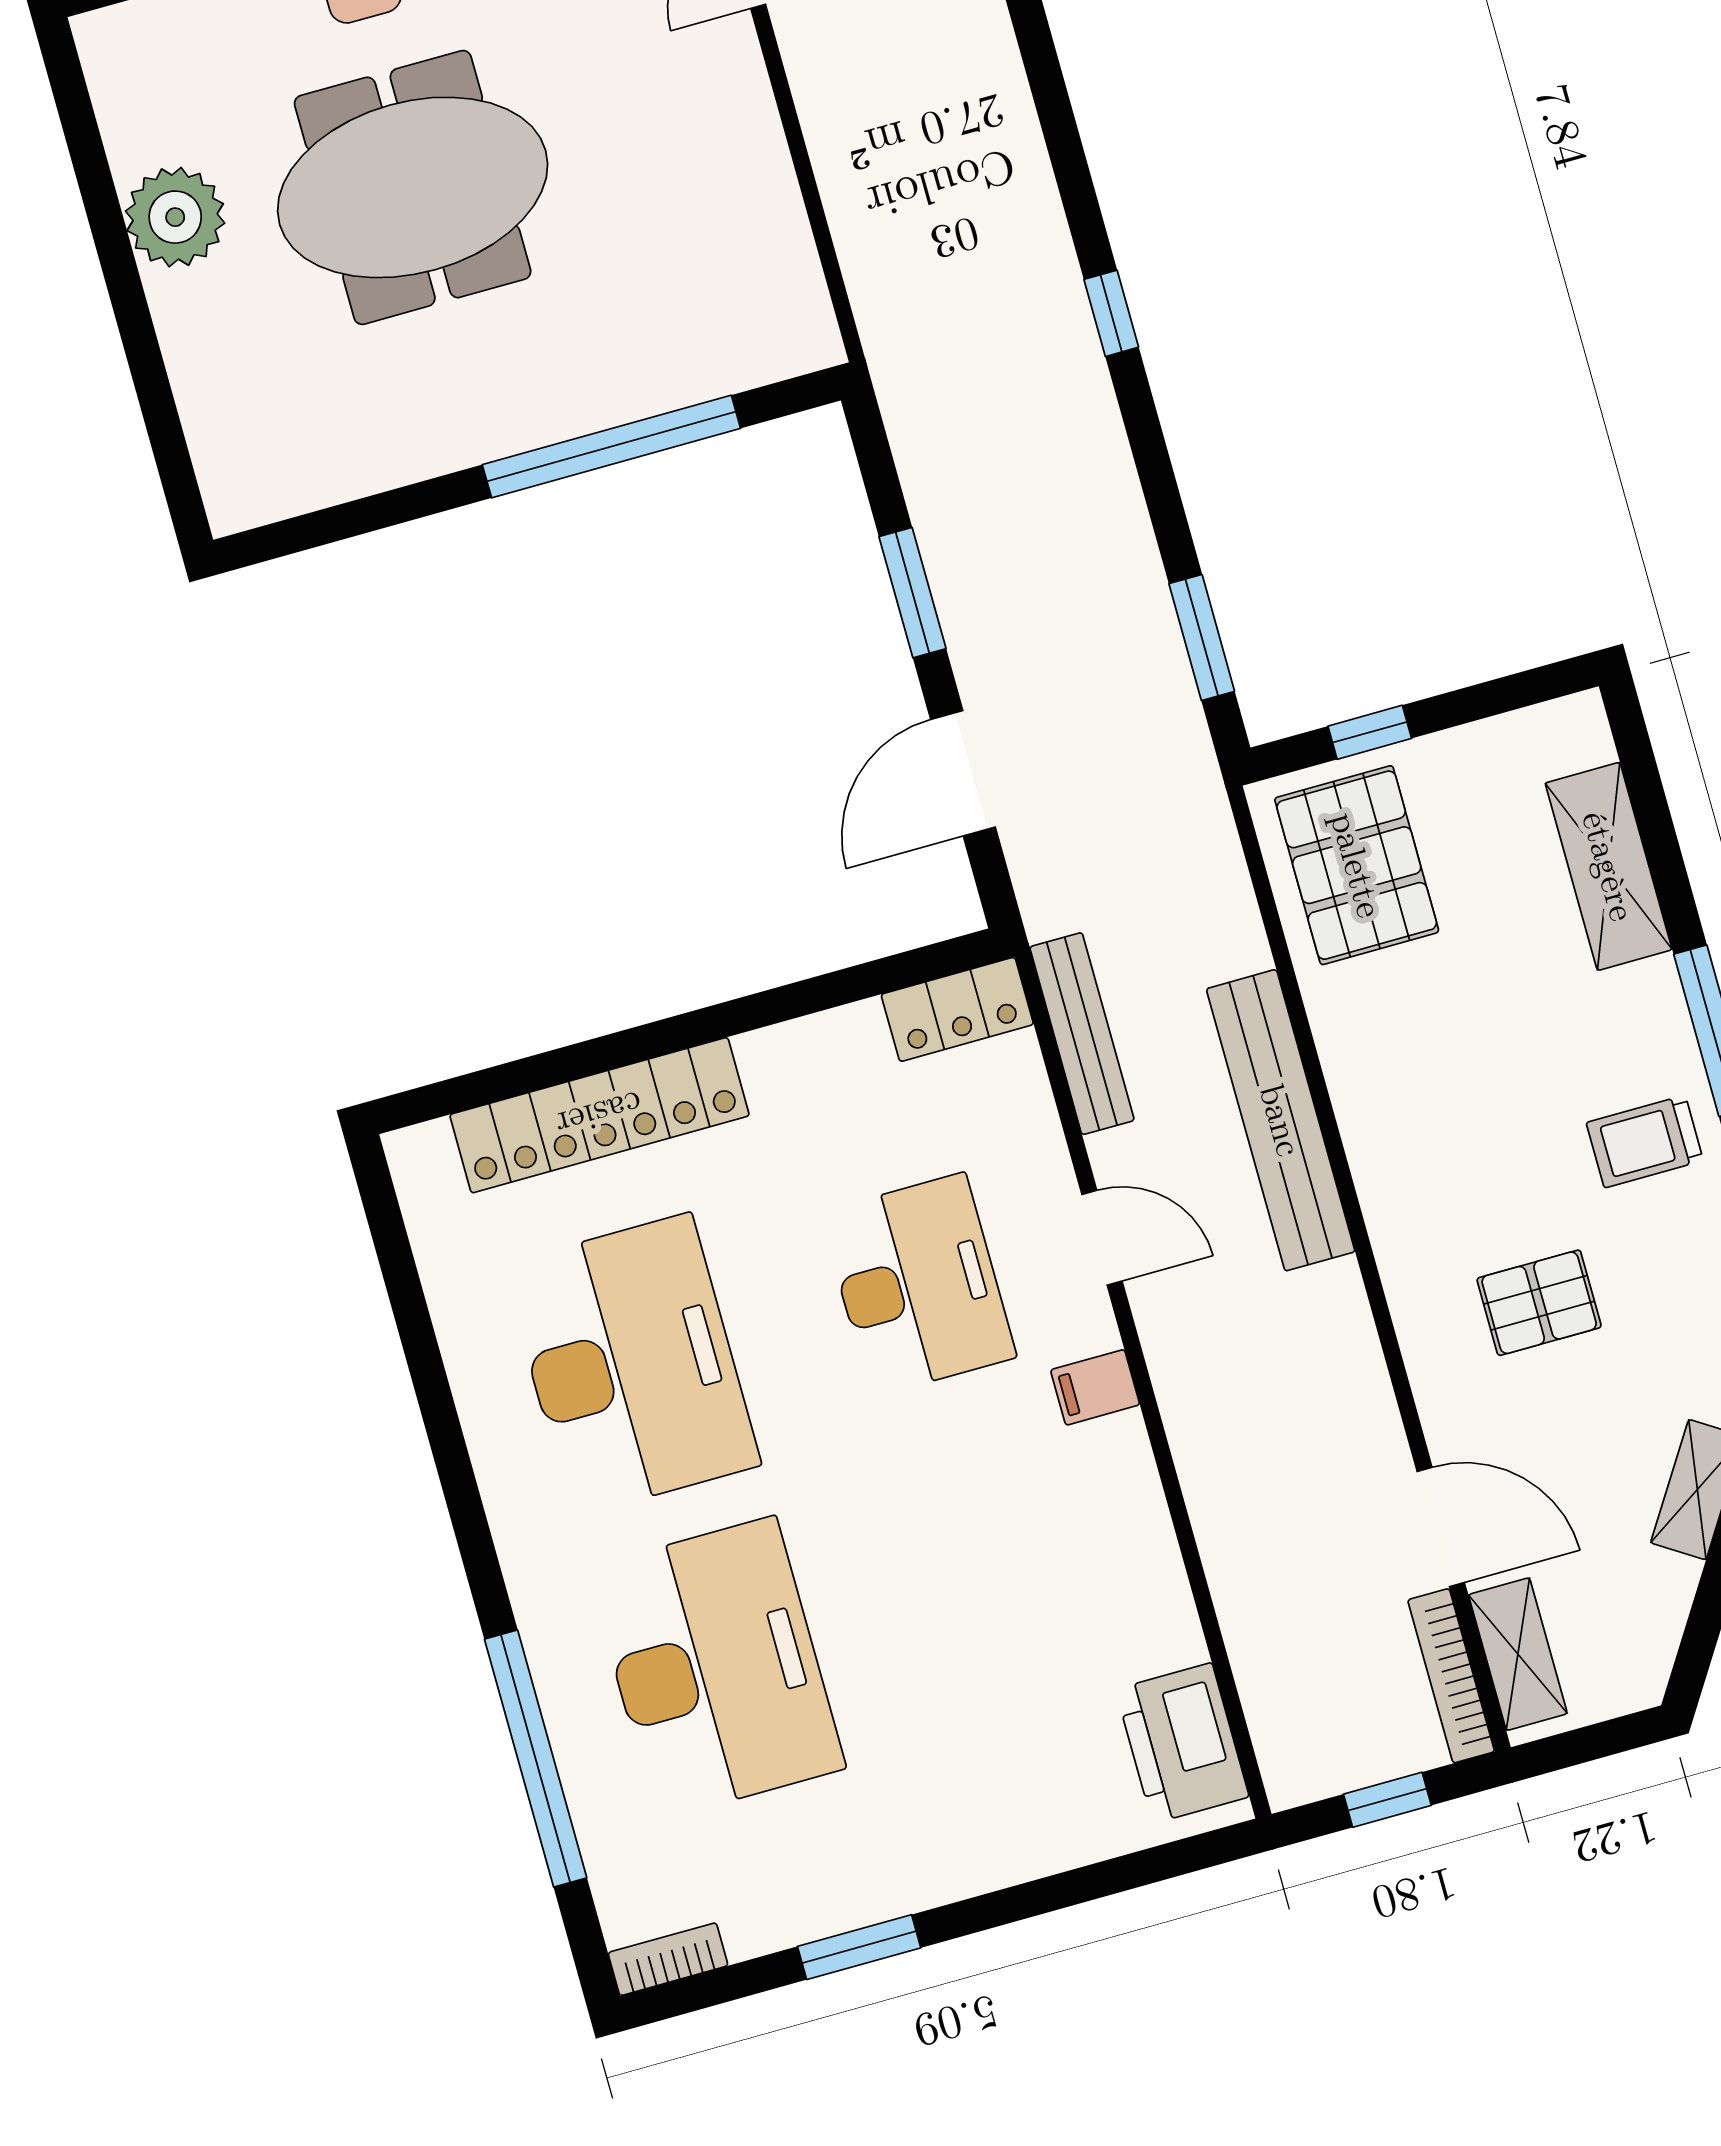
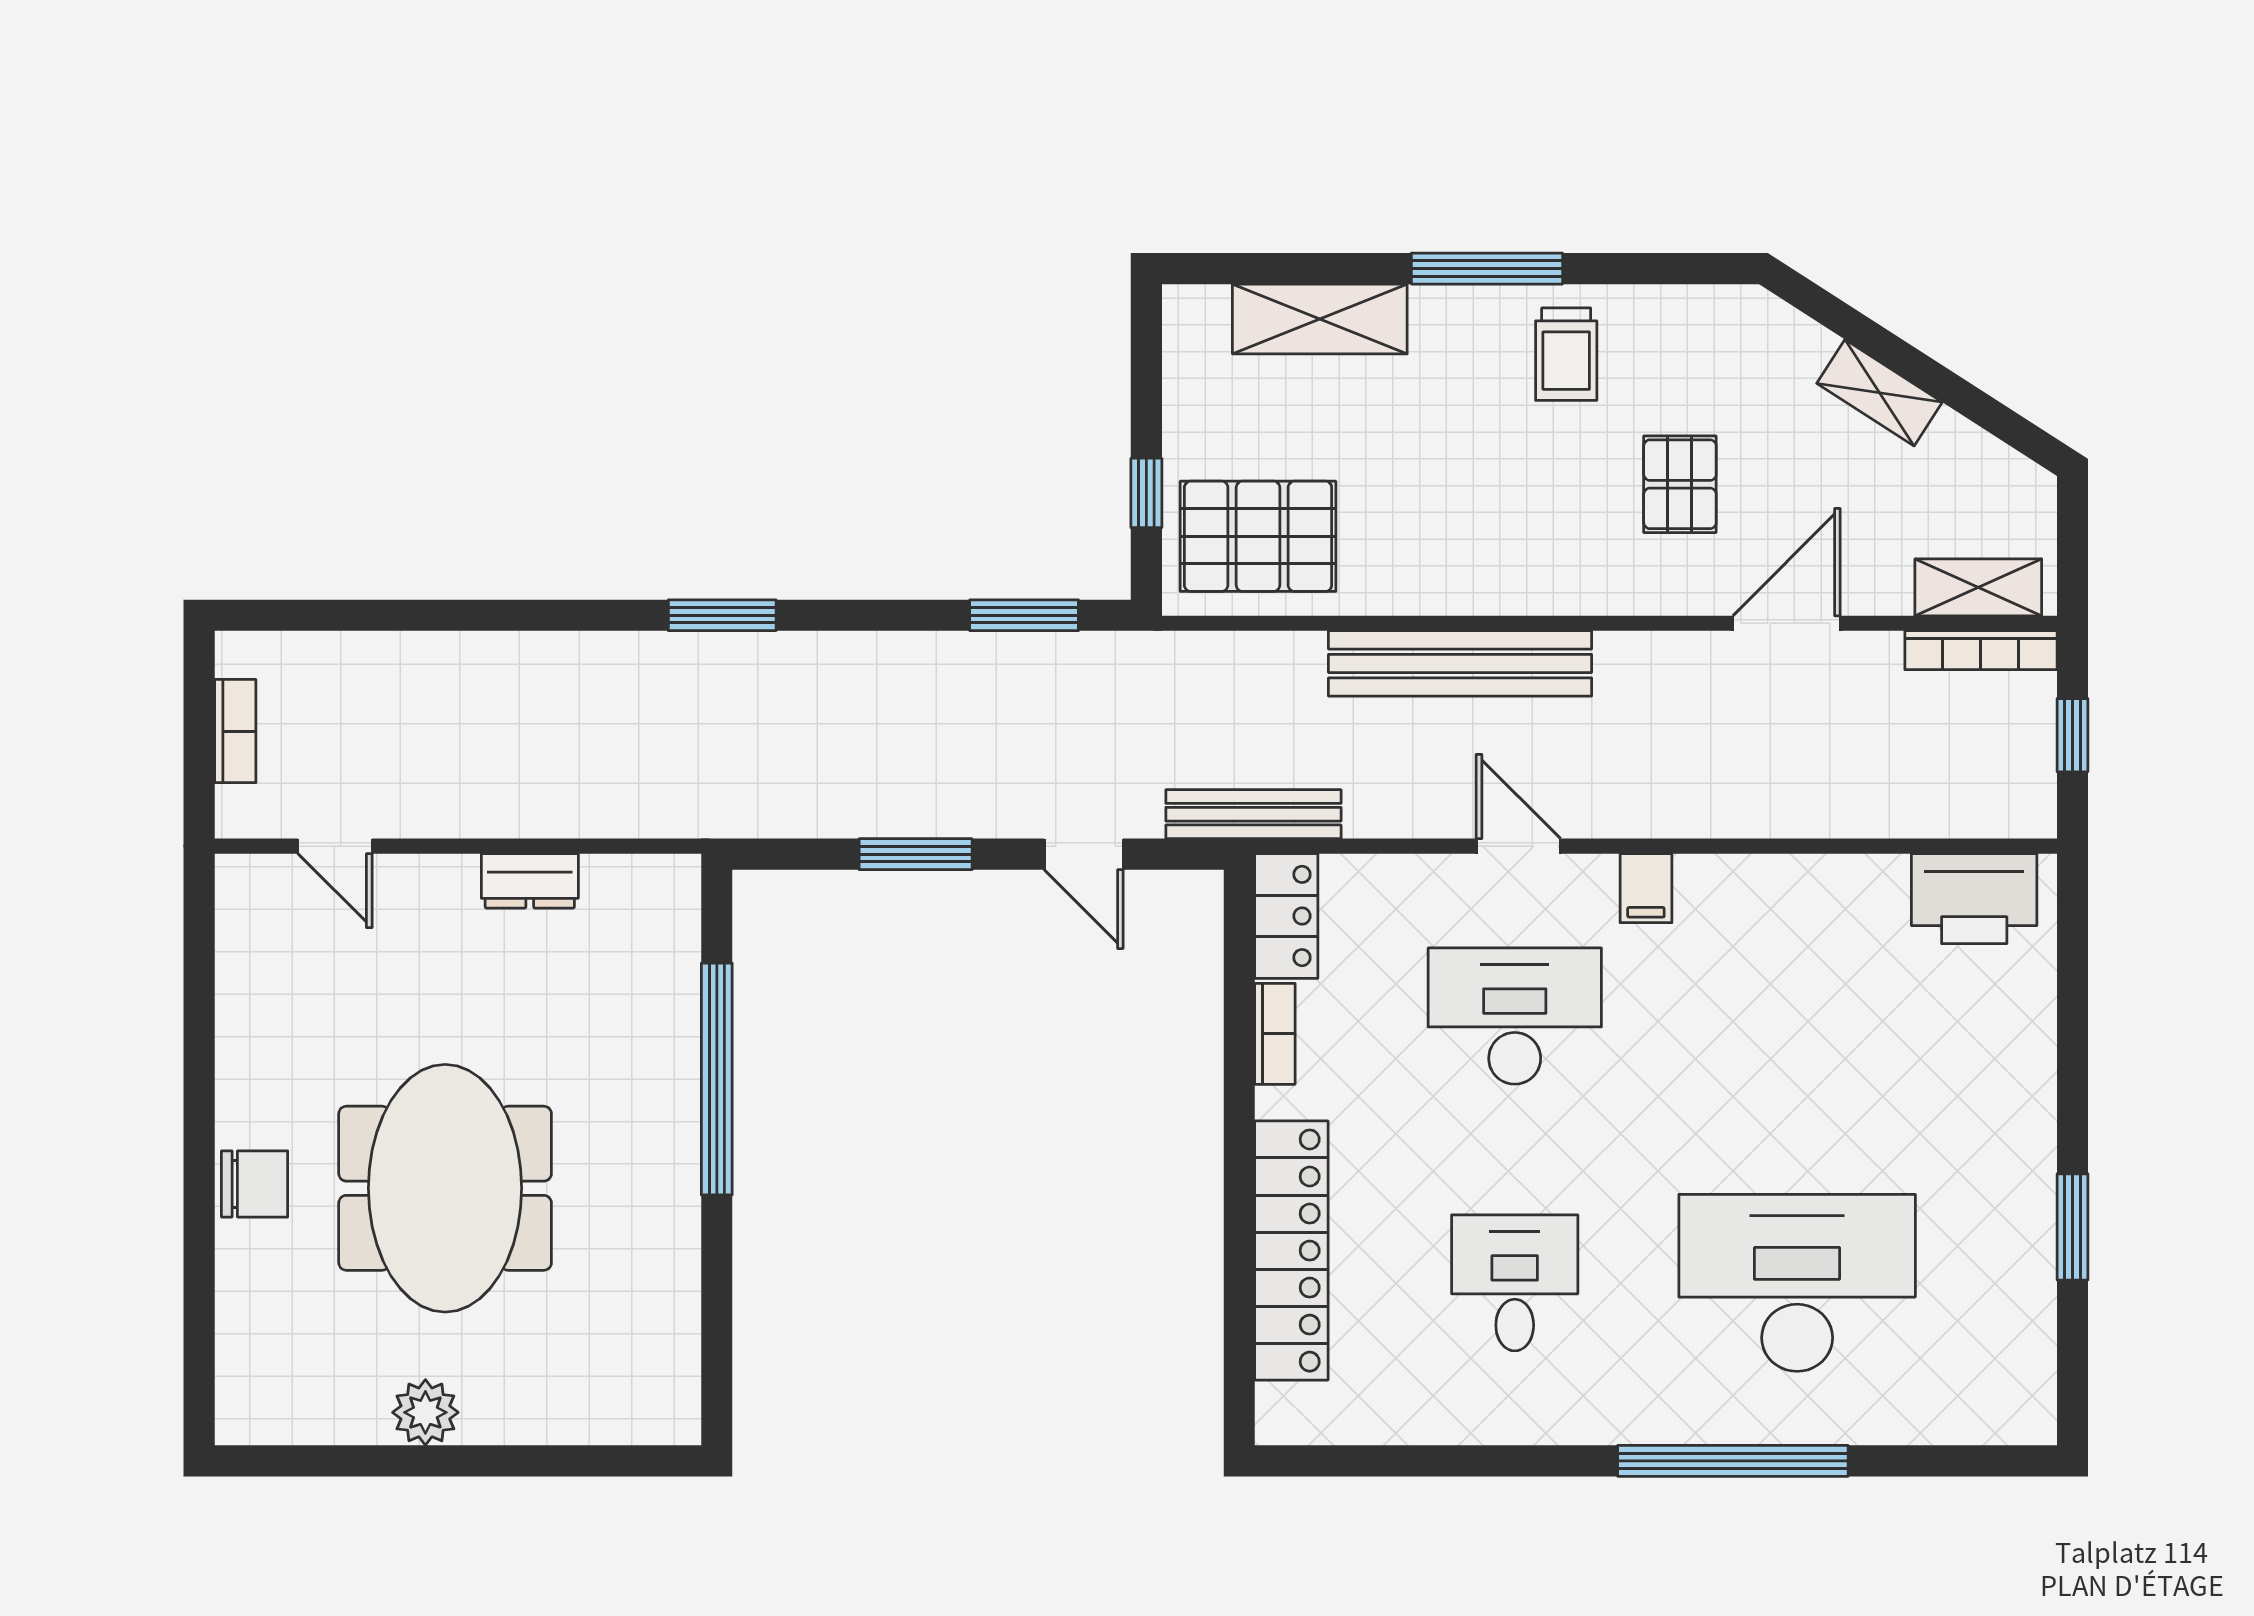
dresser: (768, 186) -> (530, 881), added
plant: (175, 217) -> (425, 1412), width x0.73, depth x0.73
window: (1111, 313) -> (722, 615), width x1.50
door: (963, 773) -> (1084, 854), width x0.73
bench: (1082, 1034) -> (1253, 814), moved
door: (1102, 1238) -> (1518, 846), hinge flipped
desk: (632, 1365) -> (1515, 1283), width x0.53, depth x0.77
door: (1441, 1527) -> (1786, 623), moved
window: (536, 1759) -> (1733, 1461), moved
bookcase: (668, 1959) -> (1275, 1034), moved, turned 180

